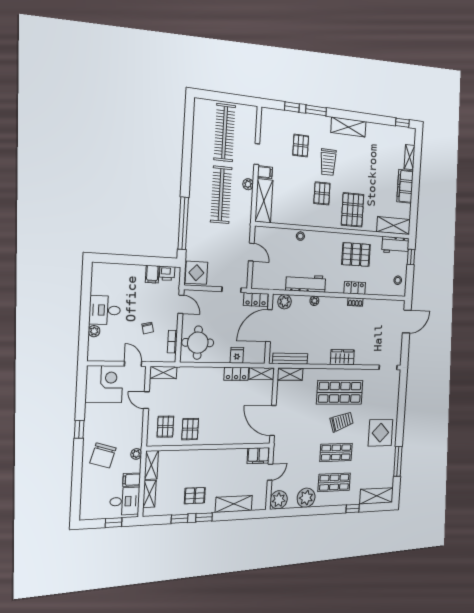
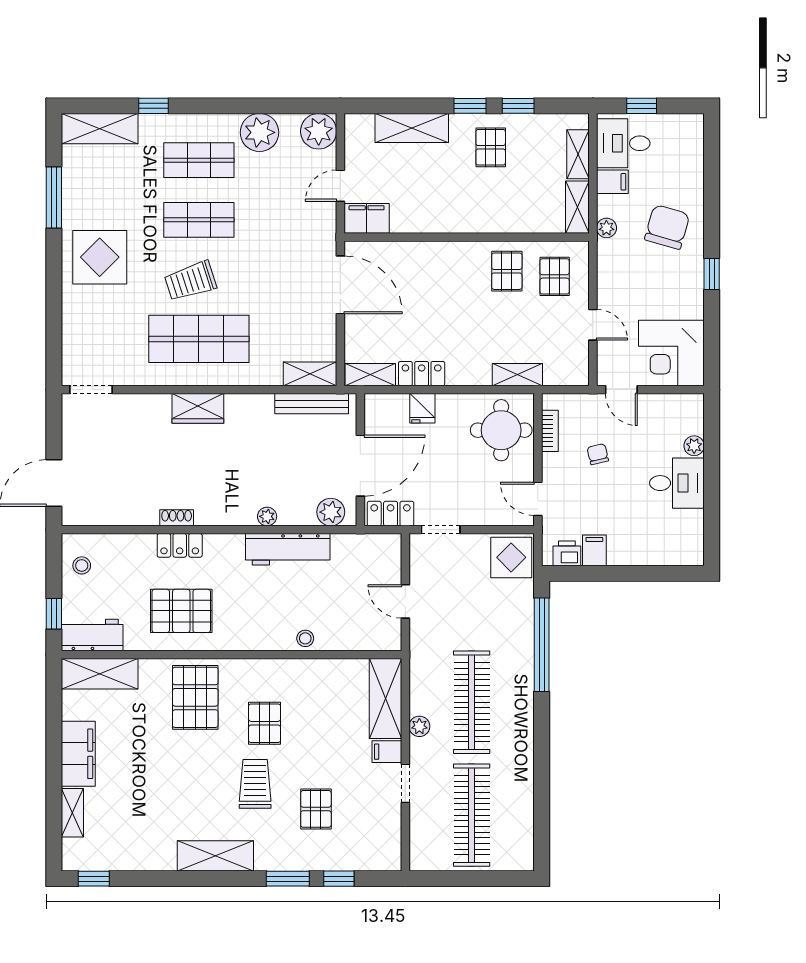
shelving: (163, 373) -> (517, 375), moved
pallet: (195, 496) -> (491, 147), turned 90

